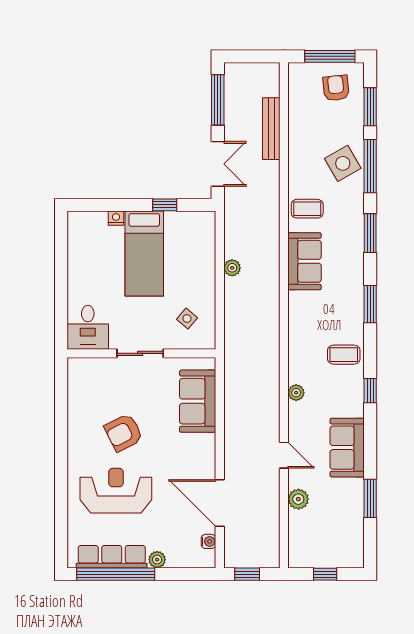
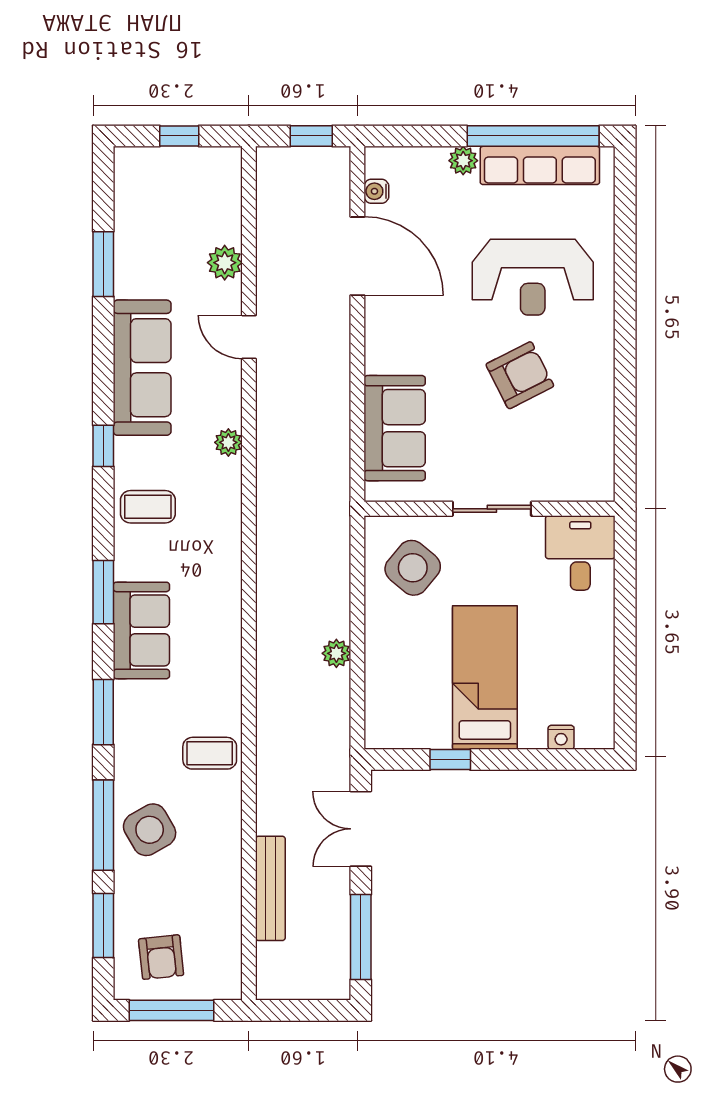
nightstand: (116, 218) -> (561, 737), moved
sofa: (305, 261) -> (141, 630), moved, turned 180
side table: (187, 319) -> (413, 568), width x1.87, depth x1.87
sofa: (347, 448) -> (142, 368), width x1.36

